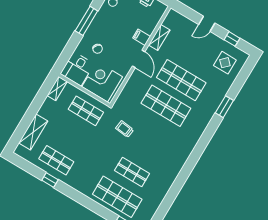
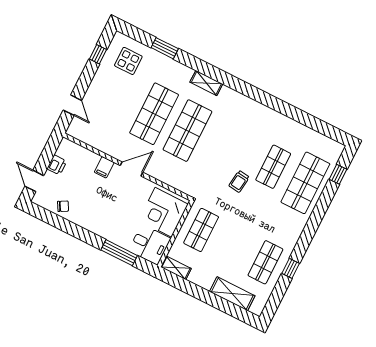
window: (86, 21) -> (119, 253), moved
door: (207, 24) -> (72, 105), moved
shelving: (159, 37) -> (206, 83), moved
chair: (98, 49) -> (123, 221), removed
window: (224, 107) -> (165, 48), moved
trolley: (125, 129) -> (239, 181), moved

